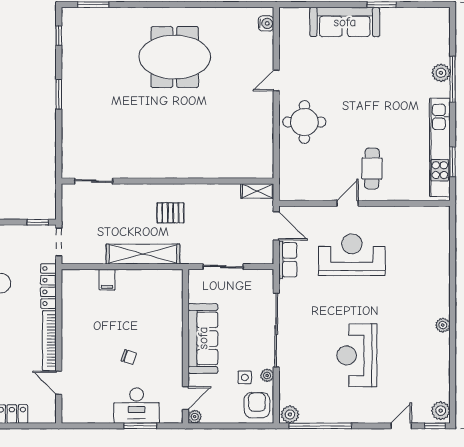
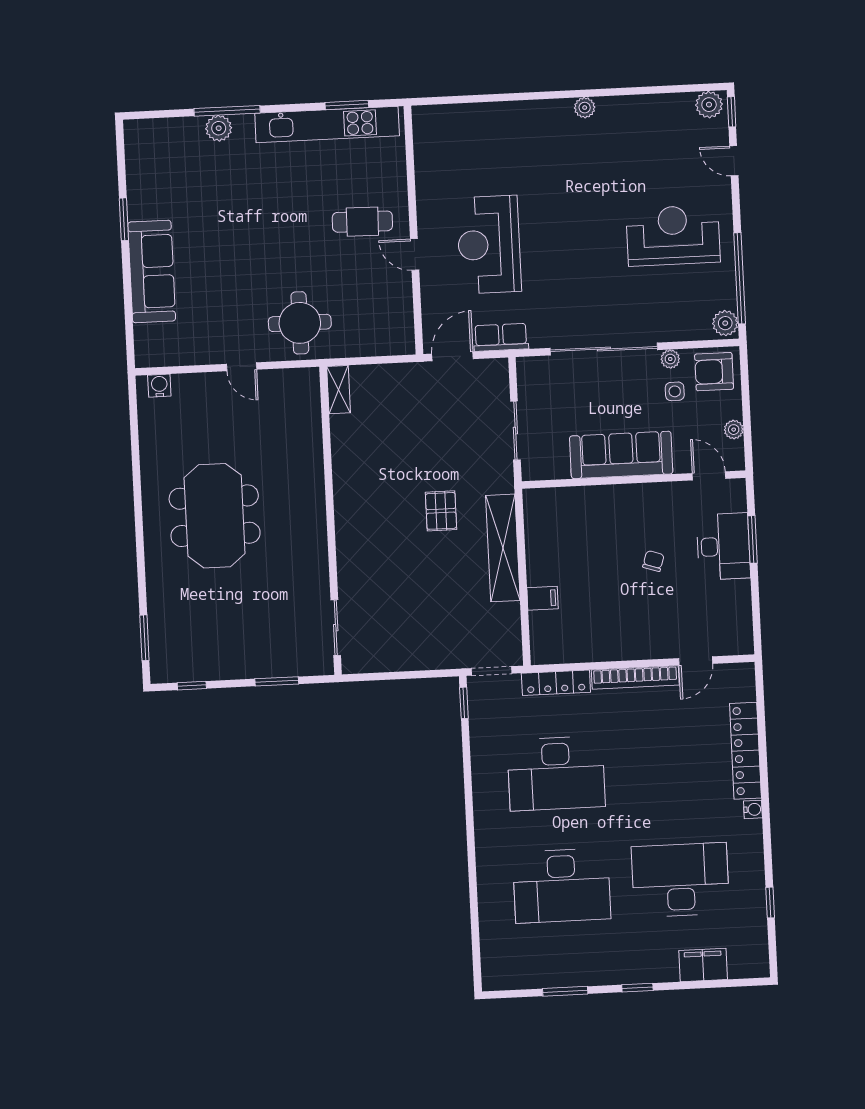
sliding door: (94, 181) -> (336, 628), moved
wall: (167, 181) -> (331, 521), moved
shelving: (257, 191) -> (339, 390), moved
reception desk: (357, 355) -> (673, 235), moved, turned 180
plant: (195, 417) -> (734, 430), moved

